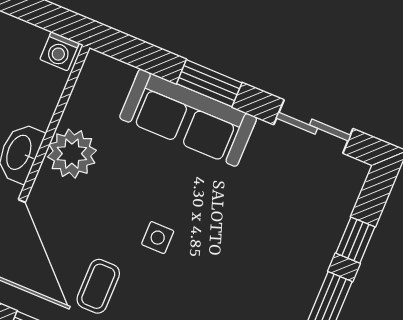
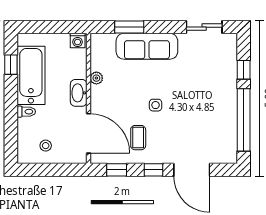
window: (209, 83) -> (129, 27), moved
plant: (72, 154) -> (96, 78), width x0.53, depth x0.53

